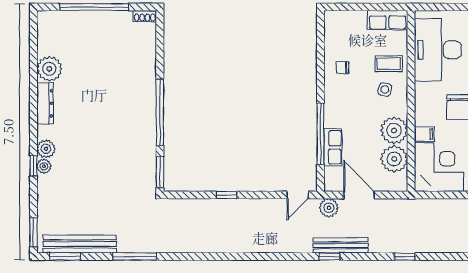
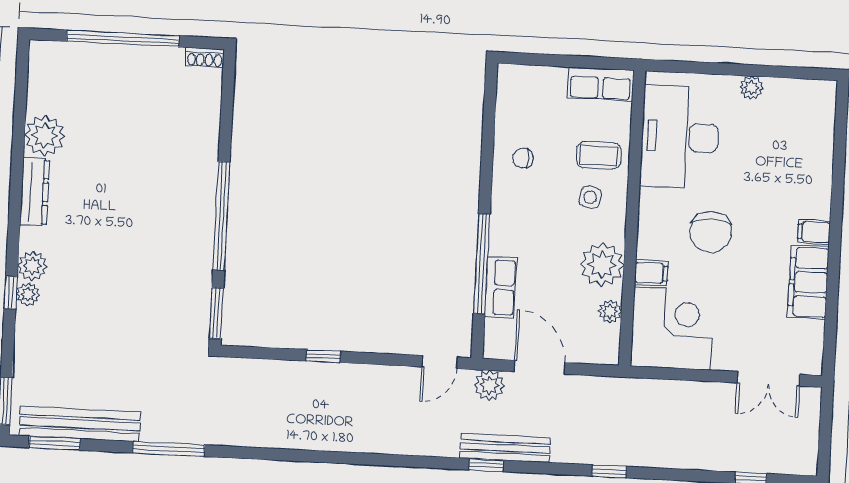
plant: (394, 159) -> (610, 312), width x0.53, depth x0.53

